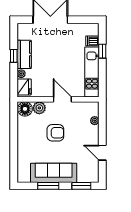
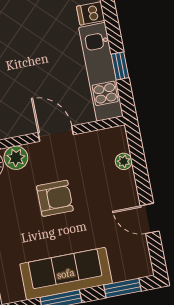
window: (102, 51) -> (120, 66), moved

